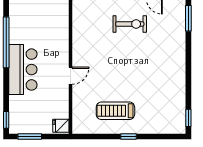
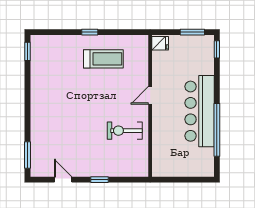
exercise bike: (130, 24) -> (125, 131), moved
bar counter: (23, 70) -> (200, 111), width x1.36

